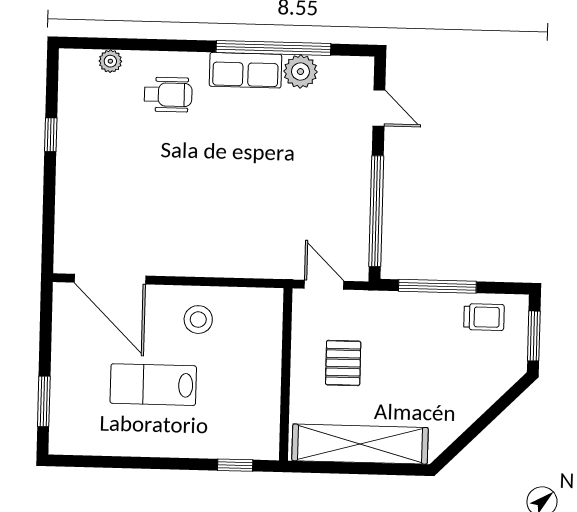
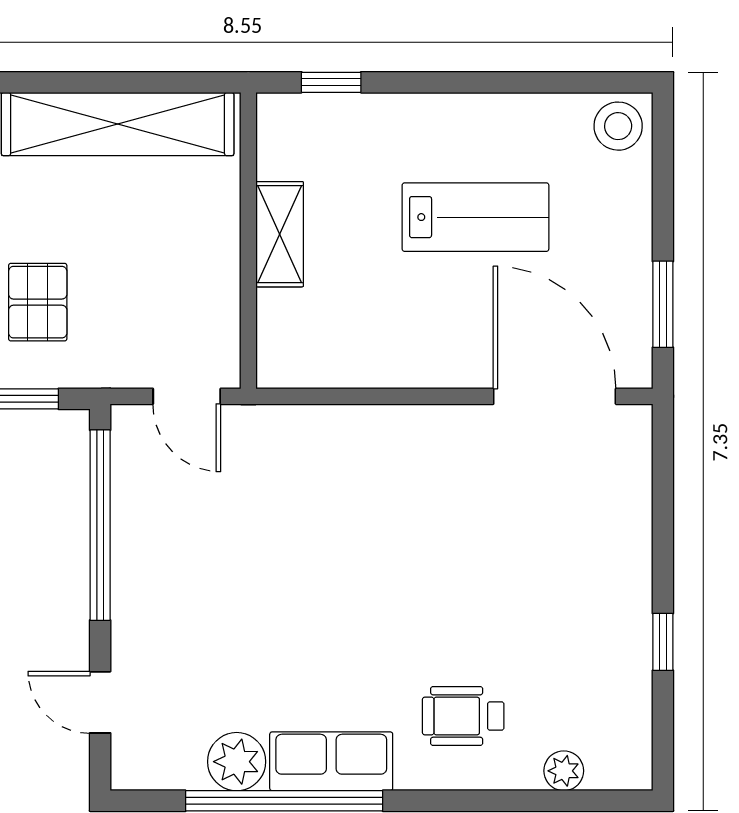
stool: (198, 320) -> (618, 126), moved
pallet: (343, 363) -> (38, 302), moved
shelving: (267, 378) -> (280, 234), added
window: (44, 401) -> (663, 304), moved

